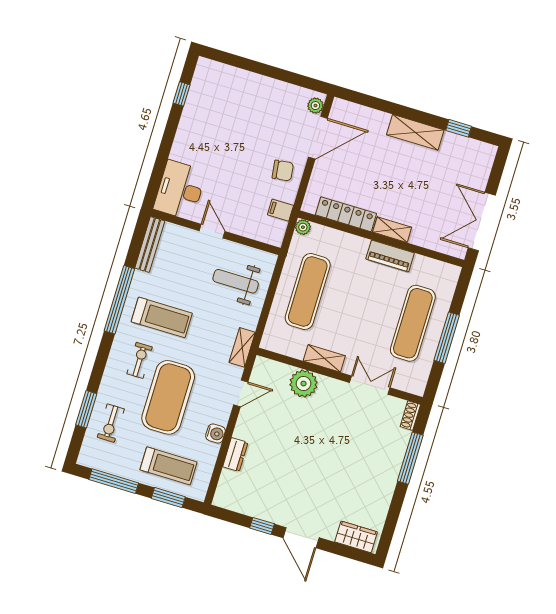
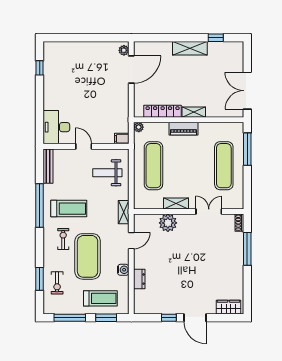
chair: (283, 171) -> (116, 96), removed
filing cabinet: (280, 210) -> (122, 139), moved
piano: (390, 256) -> (184, 129), moved
window: (447, 338) -> (247, 149), moved

